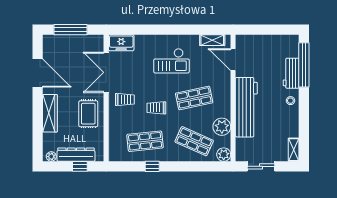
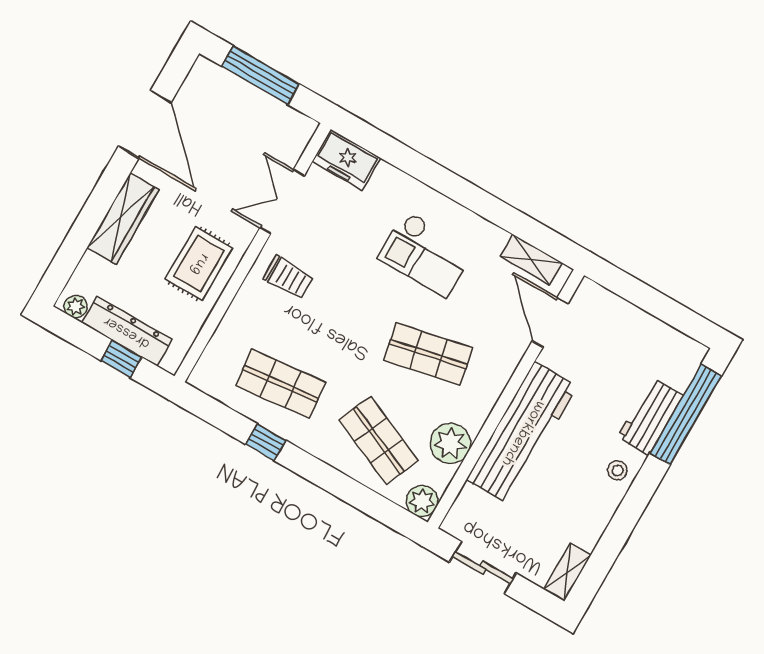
double door: (106, 72) -> (282, 202), width x0.73
trolley: (156, 108) -> (342, 330), removed

